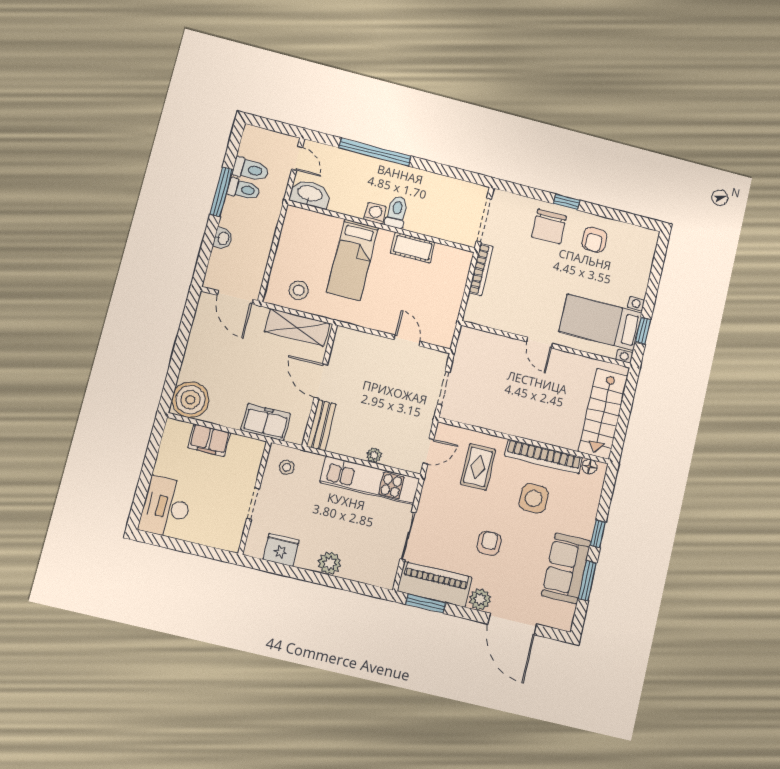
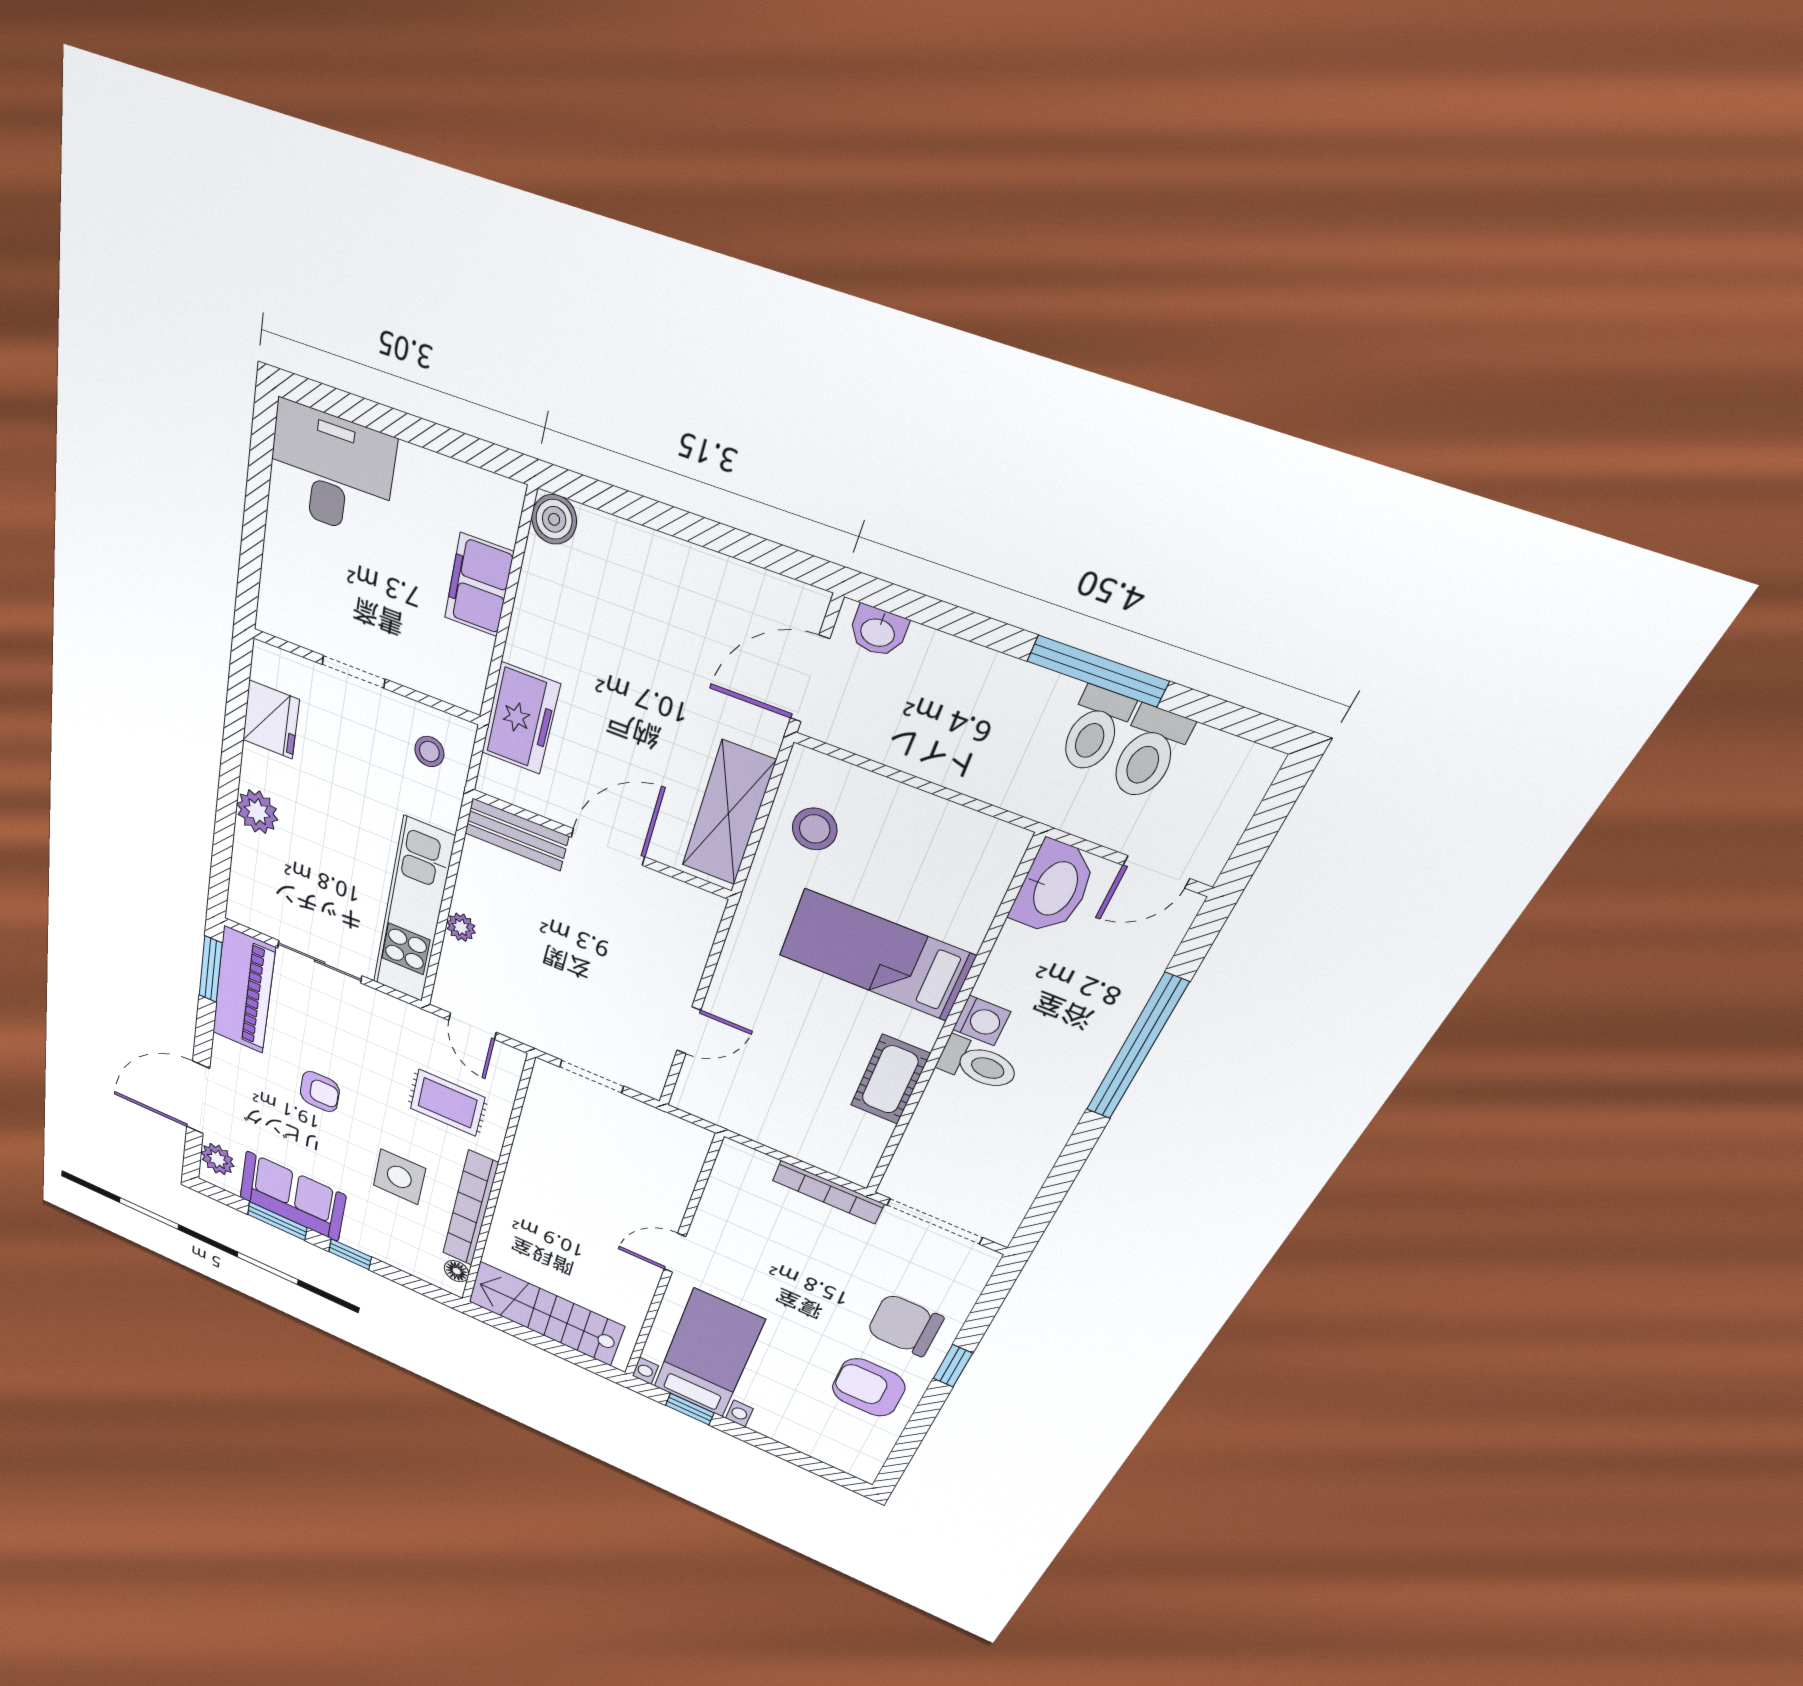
washbasin: (223, 238) -> (878, 631), moved
armchair: (594, 240) -> (868, 1387), width x1.38, depth x1.38
boiler: (190, 400) -> (554, 519), width x0.54, depth x0.54
plant: (480, 599) -> (217, 1159), moved

